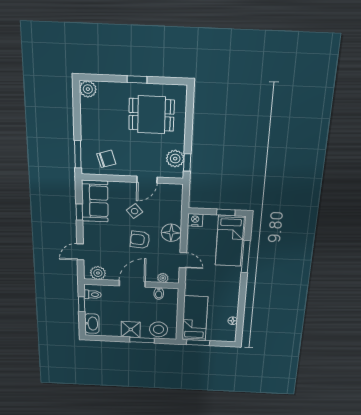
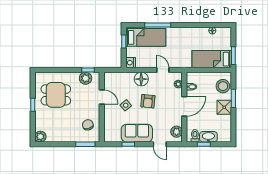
dining table: (151, 115) -> (56, 95), turned 90
sofa: (95, 201) -> (137, 133), moved
door: (183, 260) -> (163, 70), hinge flipped
door: (132, 284) -> (184, 106), swing flipped
washbasin: (92, 324) -> (208, 137), moved

